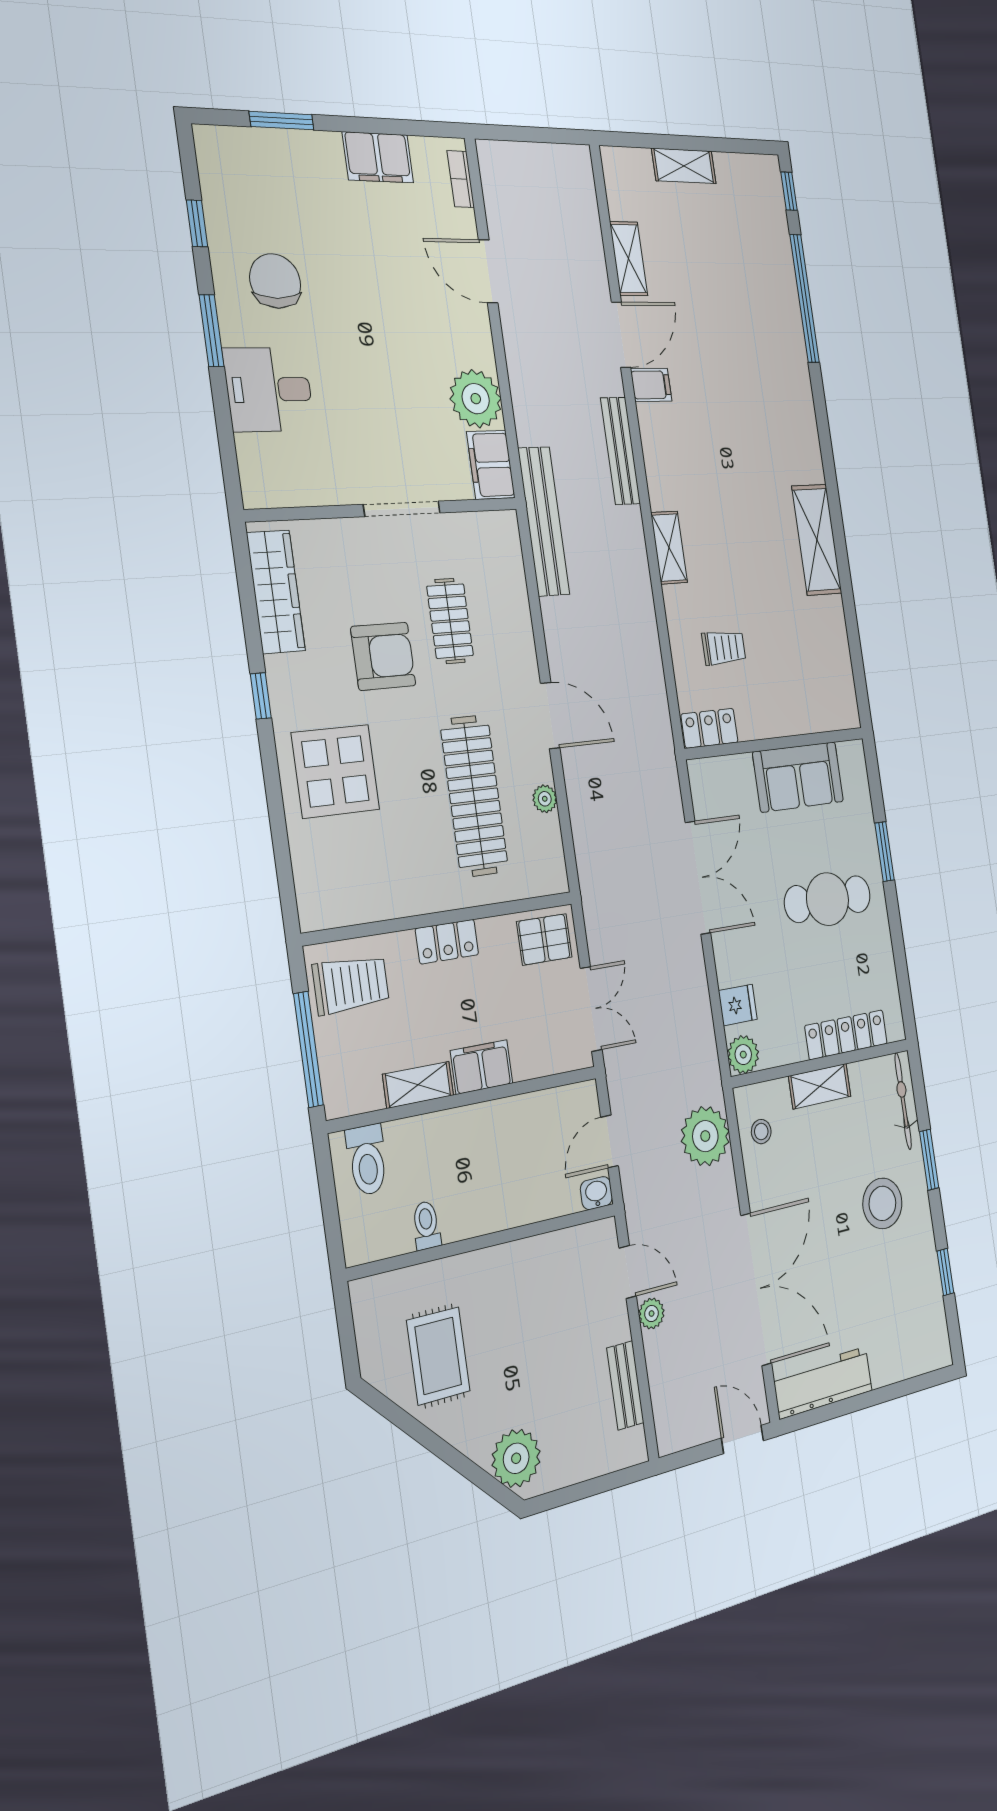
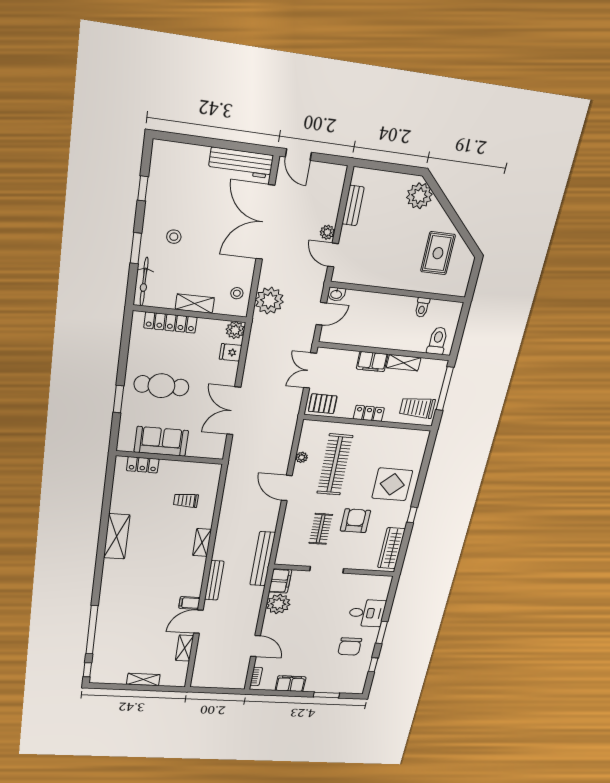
armchair: (383, 656) -> (355, 521), turned 90
locker: (710, 728) -> (143, 465), moved
stool: (882, 1203) -> (174, 237), width x0.53, depth x0.53

